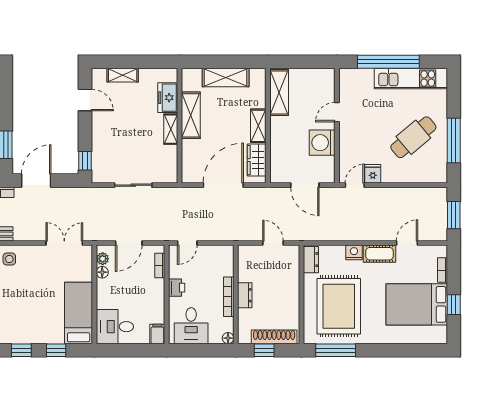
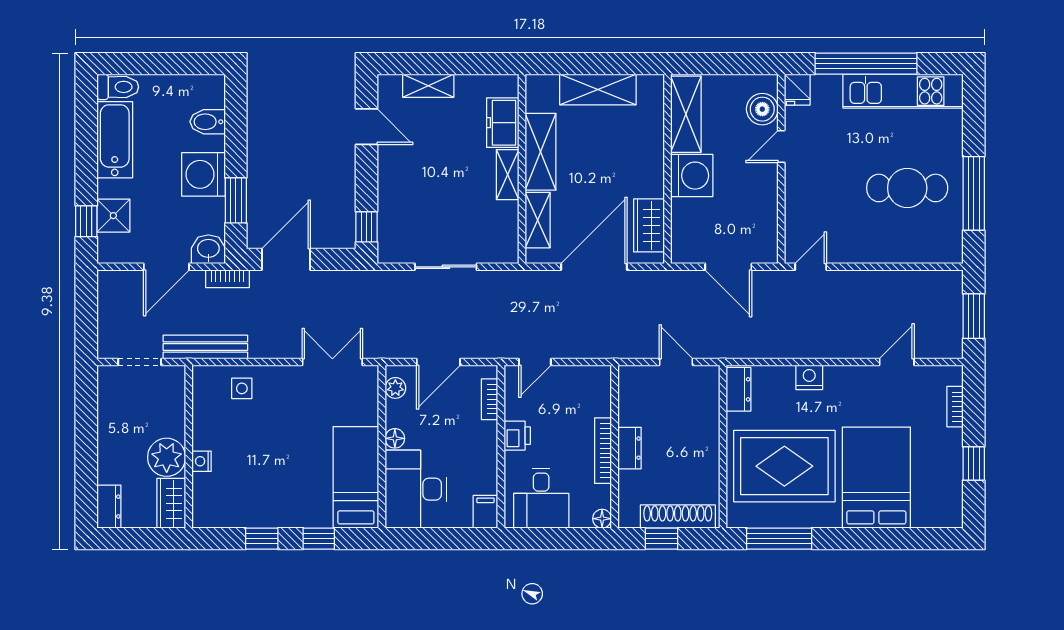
boiler: (325, 89) -> (762, 109), added
shelving: (258, 126) -> (538, 220), moved
cafe table: (413, 137) -> (907, 188), turned 40
washing machine: (322, 143) -> (692, 176), moved, turned 180
fridge: (373, 174) -> (797, 90), moved, turned 180
cot: (379, 254) -> (851, 380), removed
floor lamp: (102, 272) -> (395, 438), moved
bed: (417, 304) -> (876, 478), moved, turned 90
rug: (339, 306) -> (784, 466), turned 90
desk: (115, 327) -> (416, 489), width x1.37

